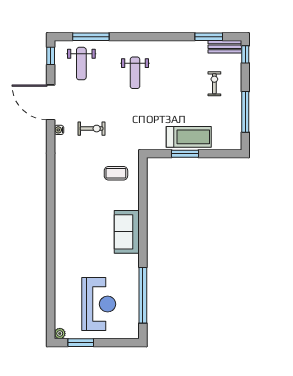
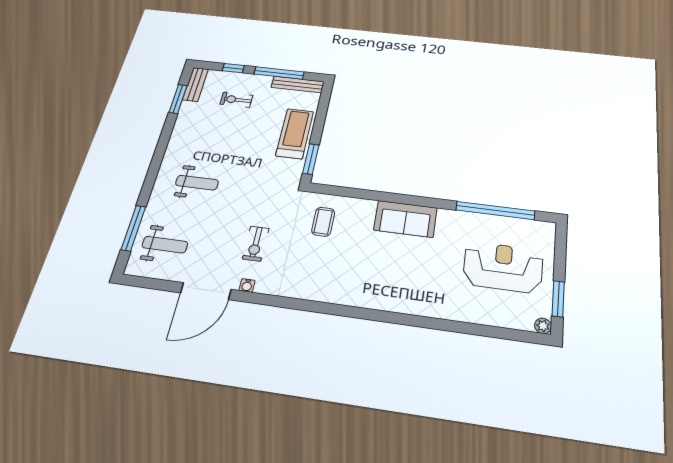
window: (245, 54) -> (233, 68), moved
window: (51, 56) -> (142, 282), removed
exercise bike: (92, 129) -> (256, 244), turned 180
bench: (236, 129) -> (298, 84), added
window: (185, 154) -> (311, 159), moved

